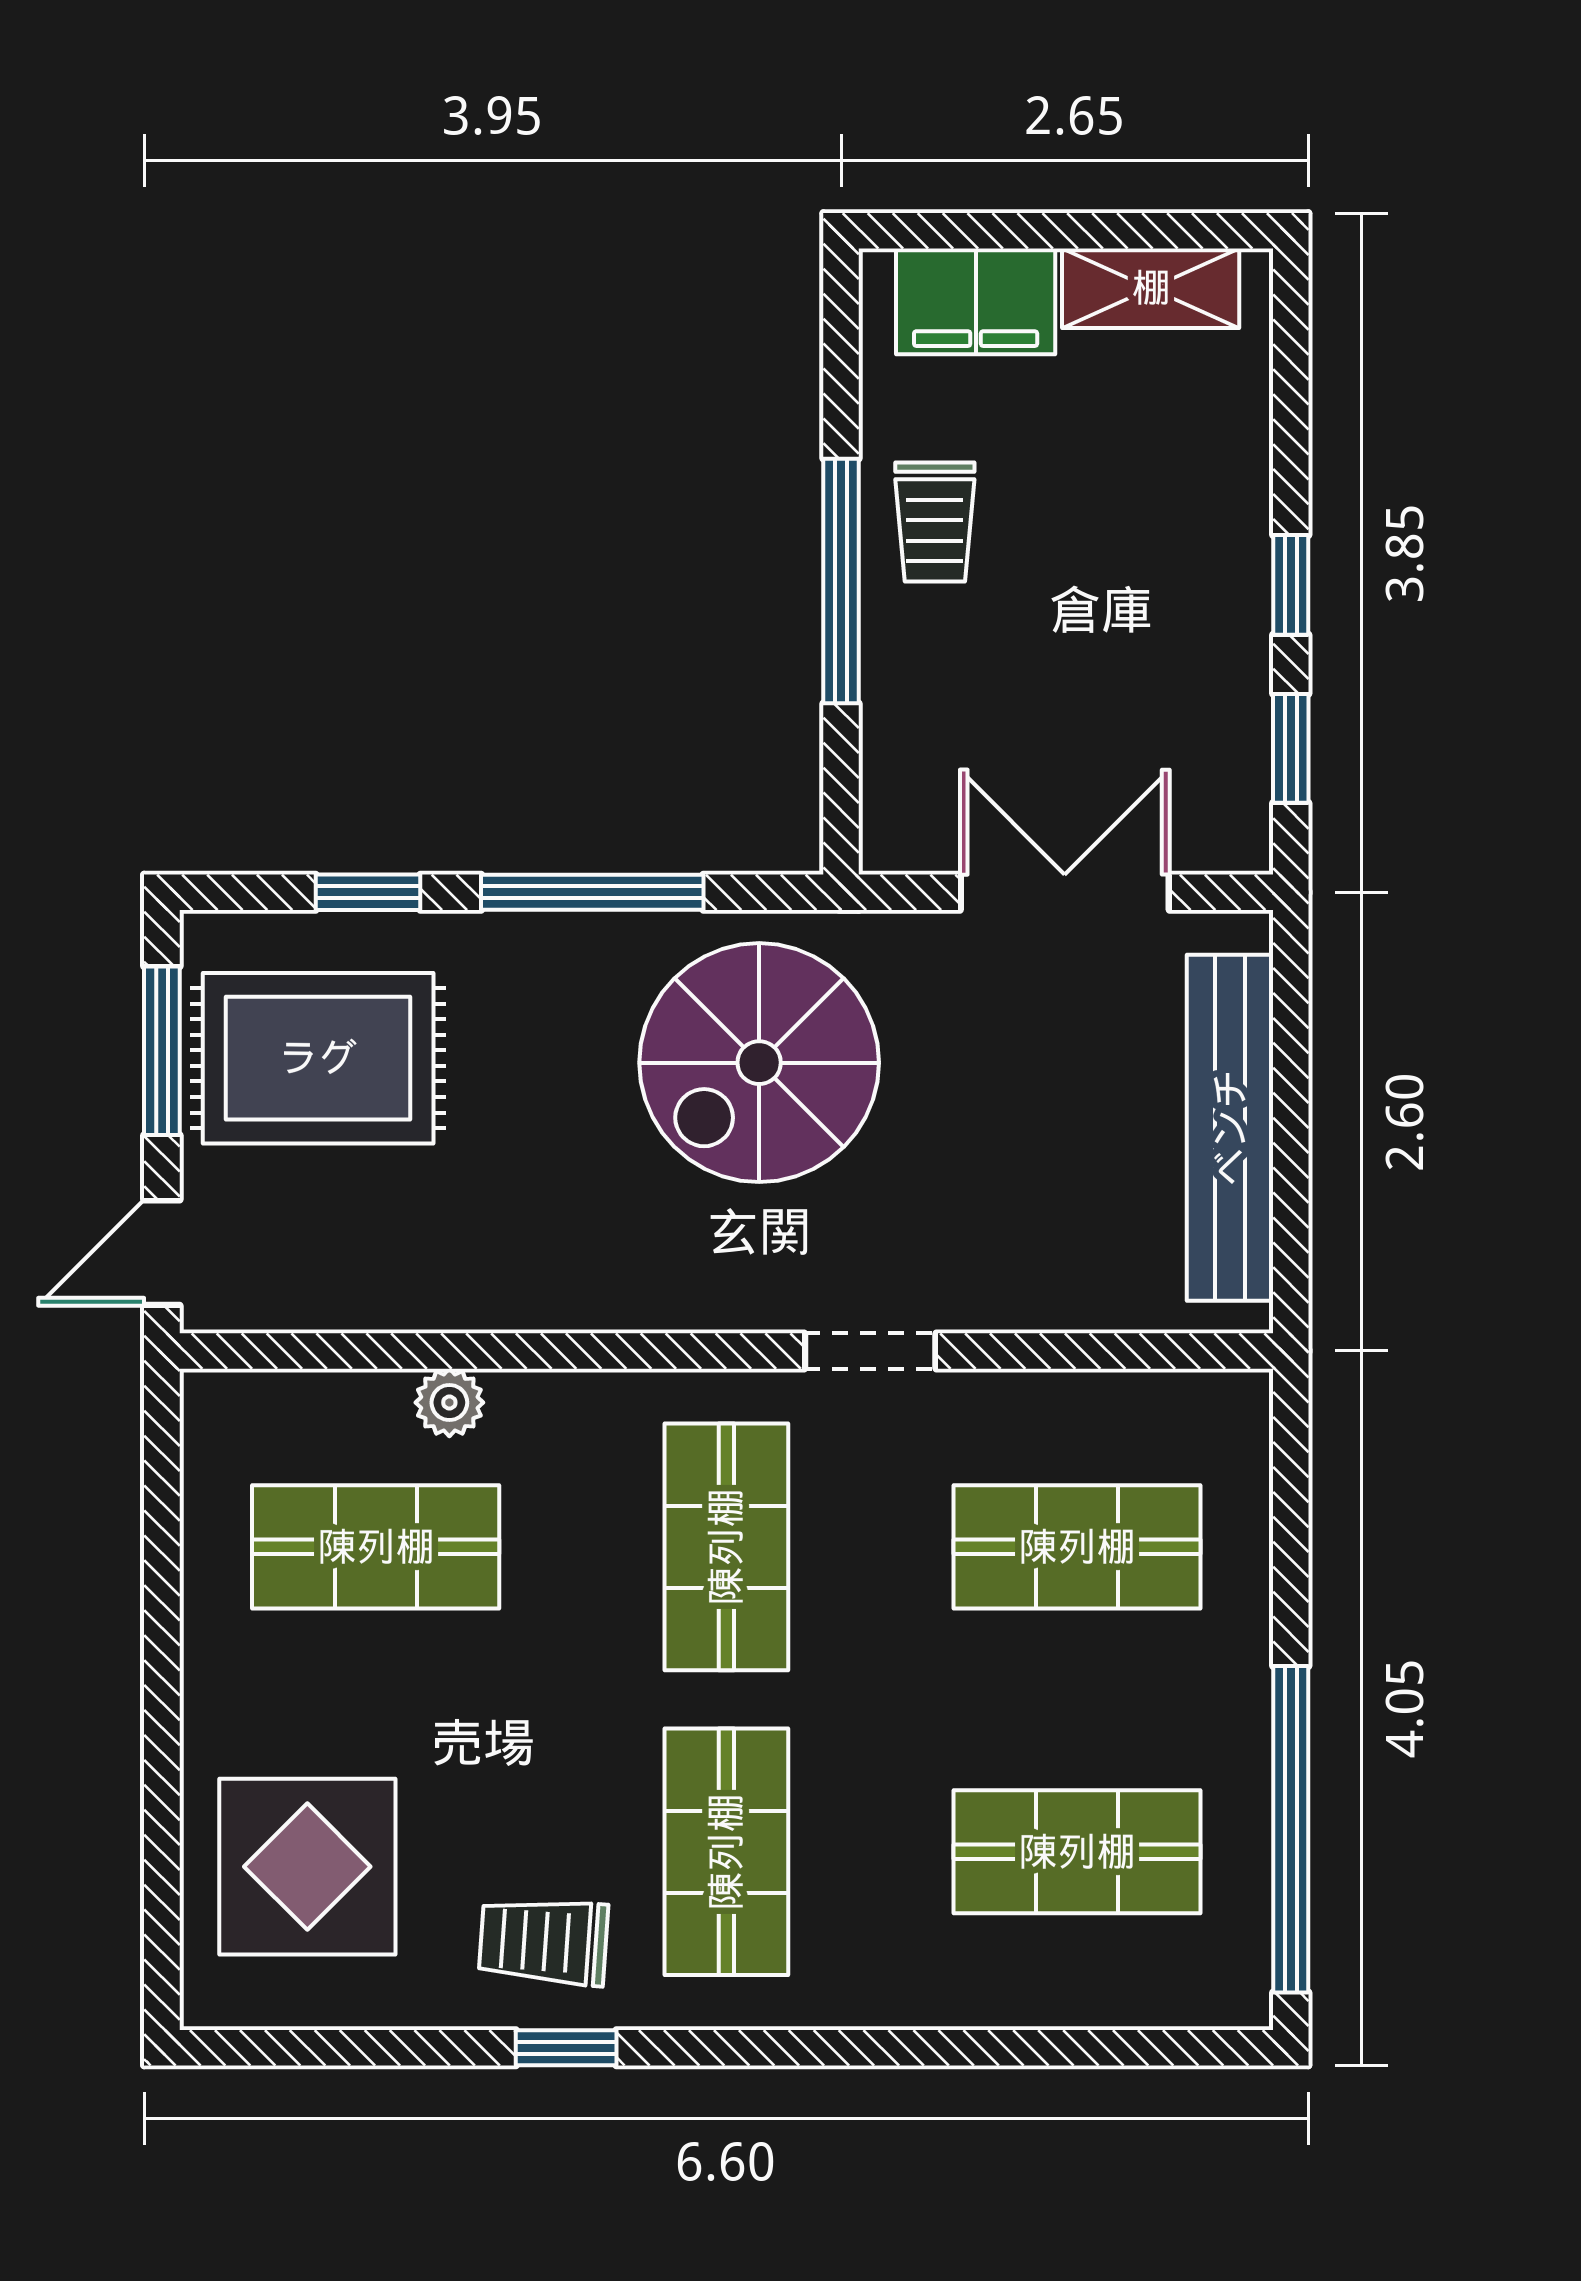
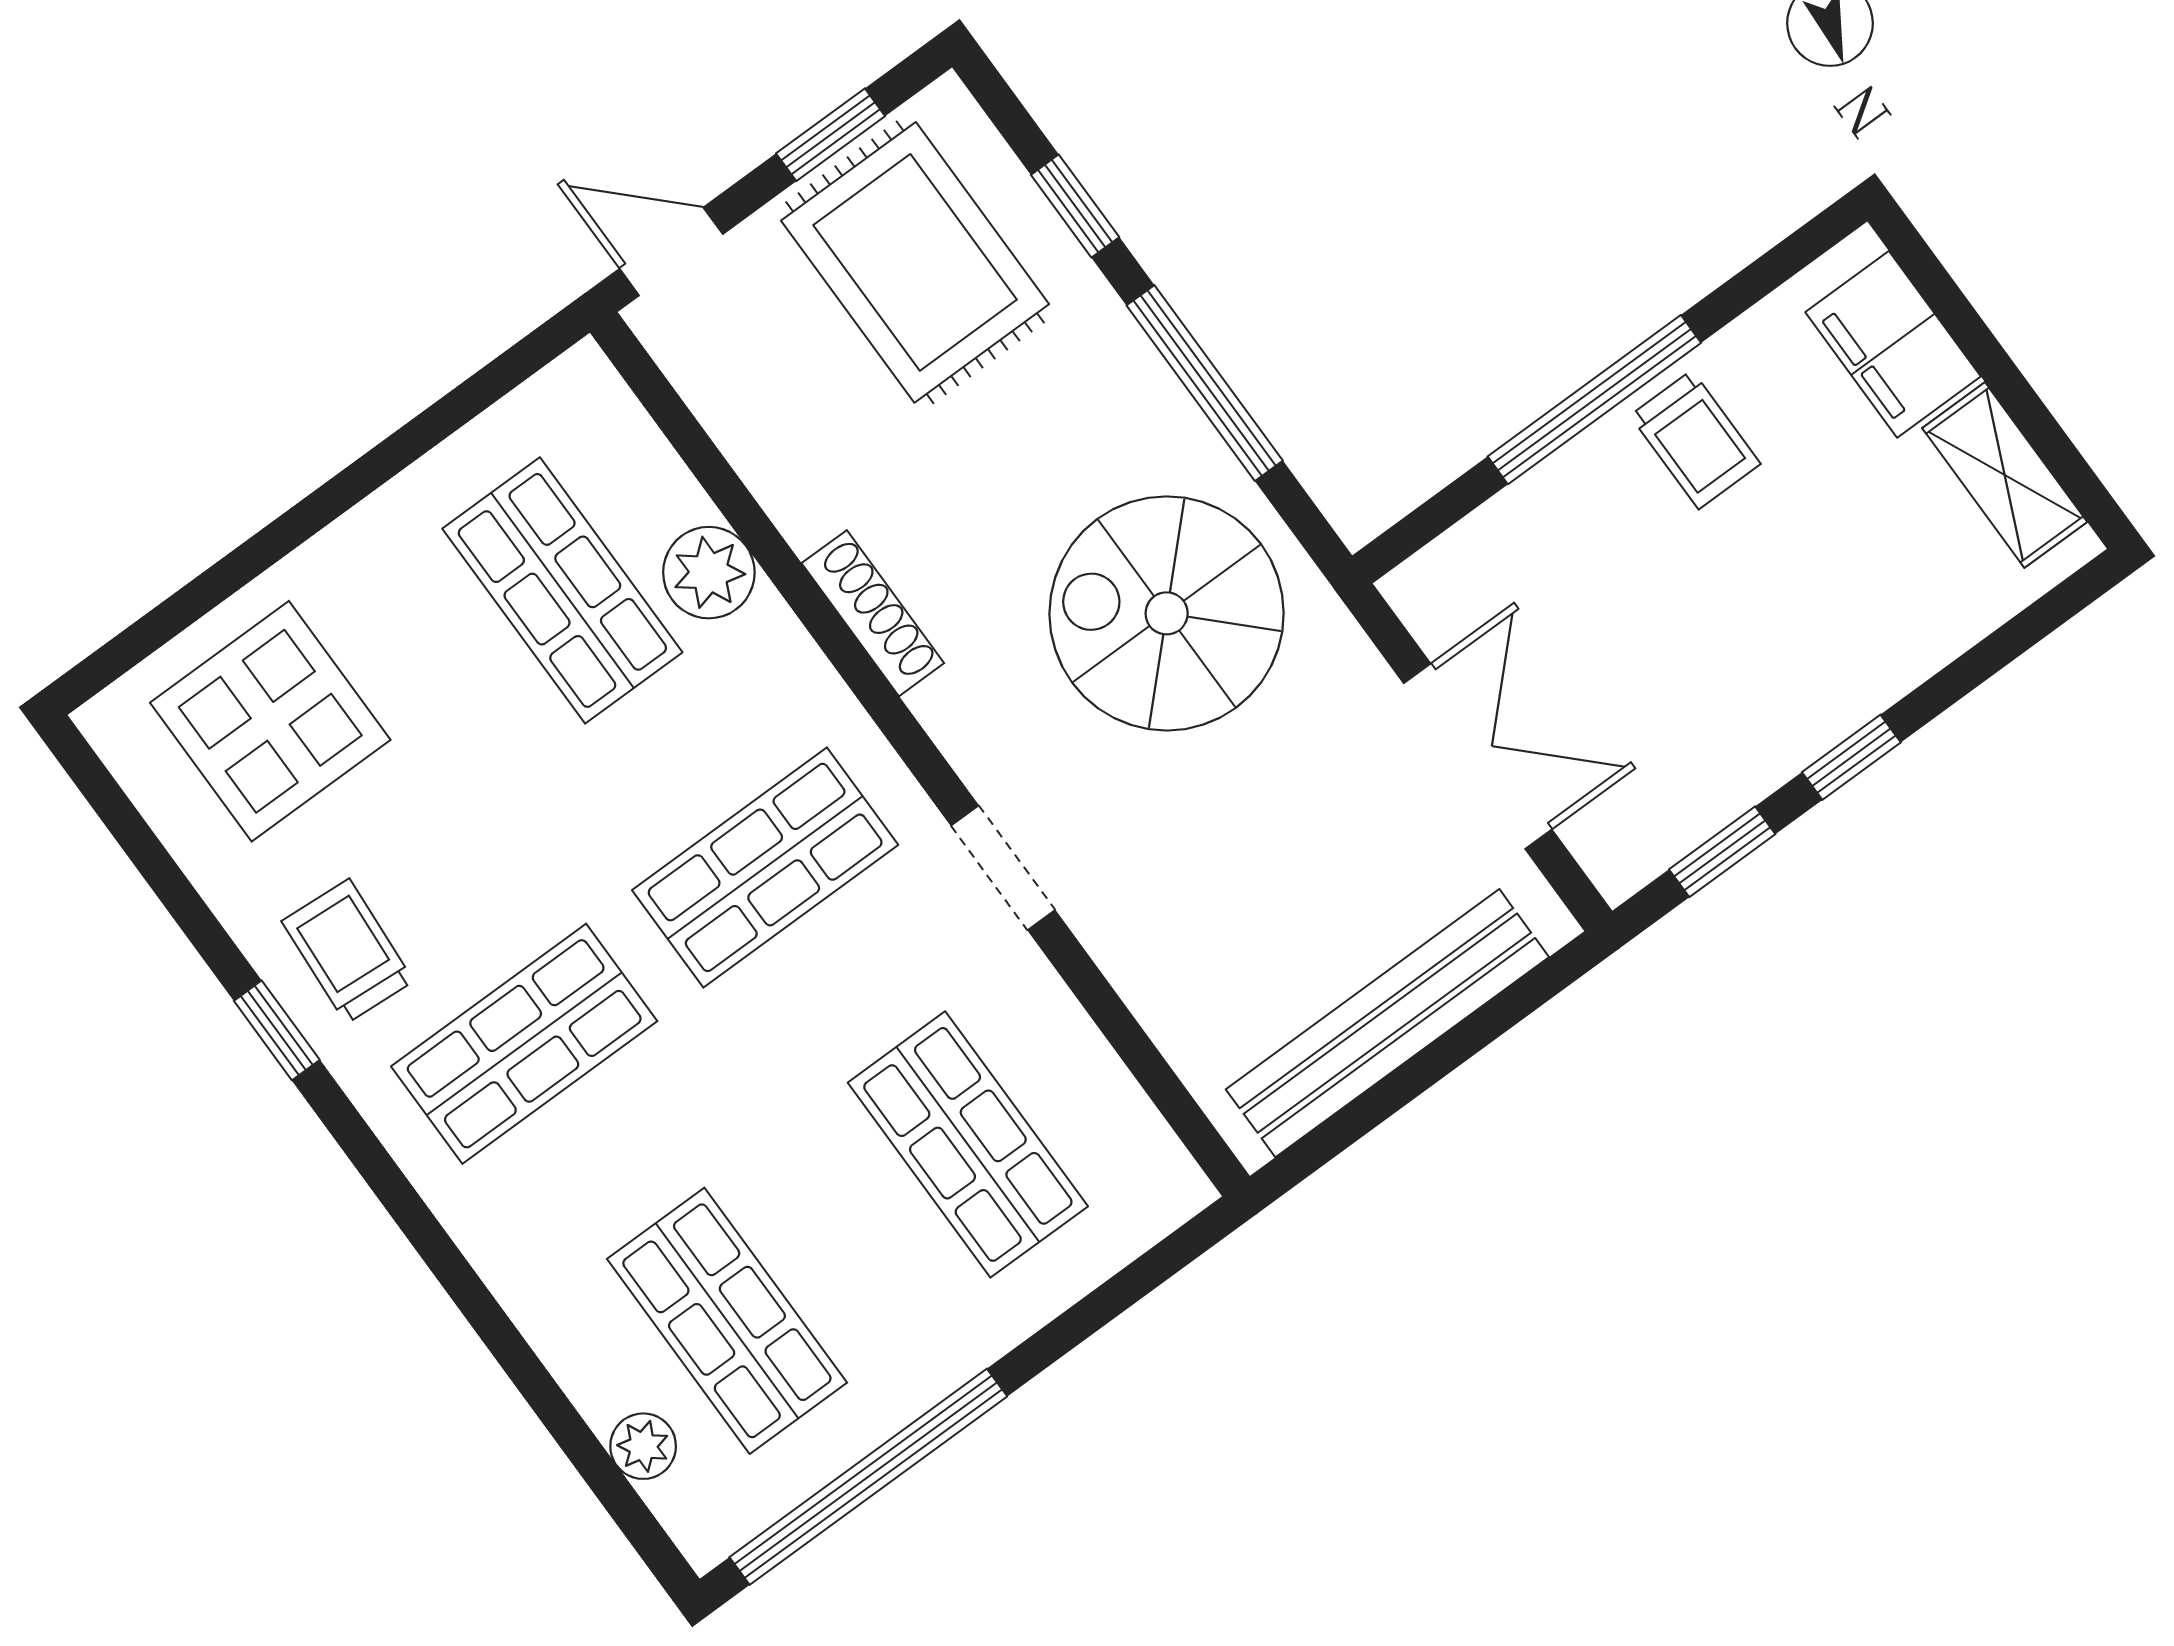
trolley: (935, 522) -> (1695, 440), turned -90
window: (162, 1051) -> (831, 135), width x0.67
shoe rack: (582, 1305) -> (873, 613), added
plant: (449, 1403) -> (709, 573), width x1.38, depth x1.38
plant: (1130, 1997) -> (643, 1446), added

